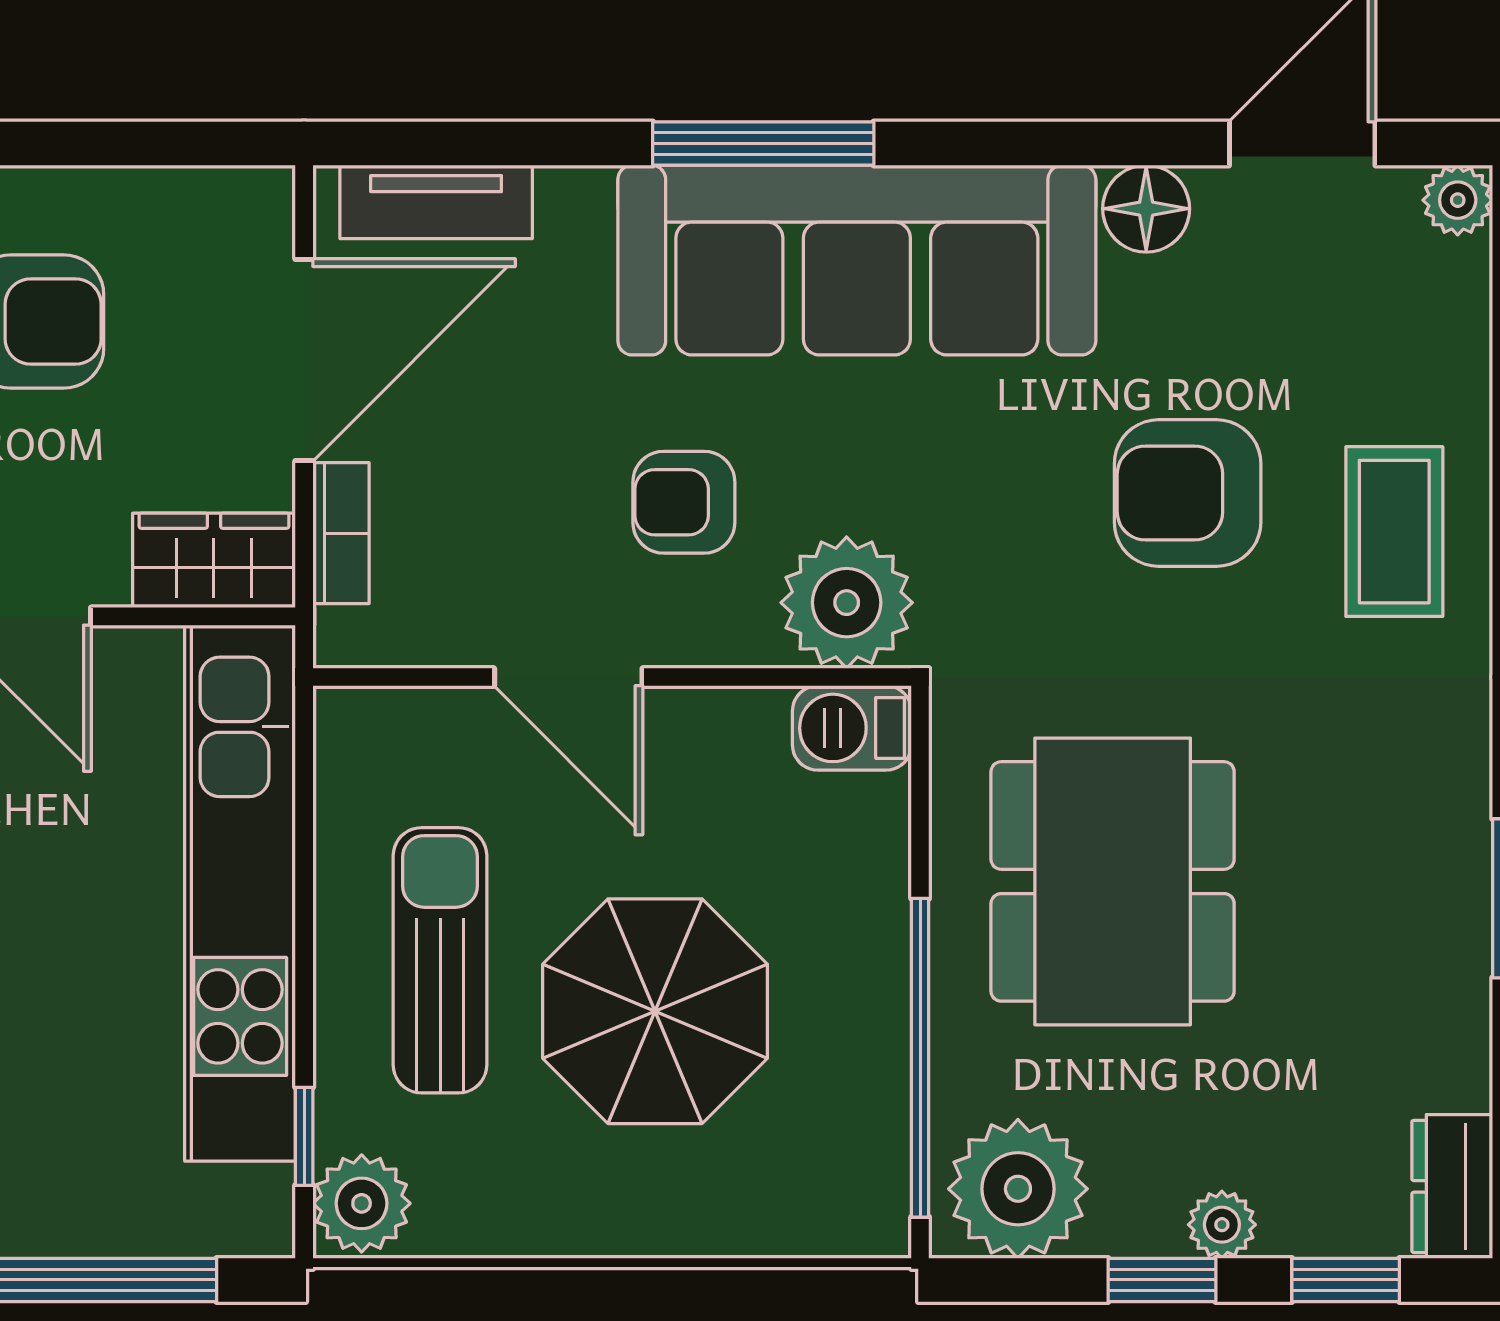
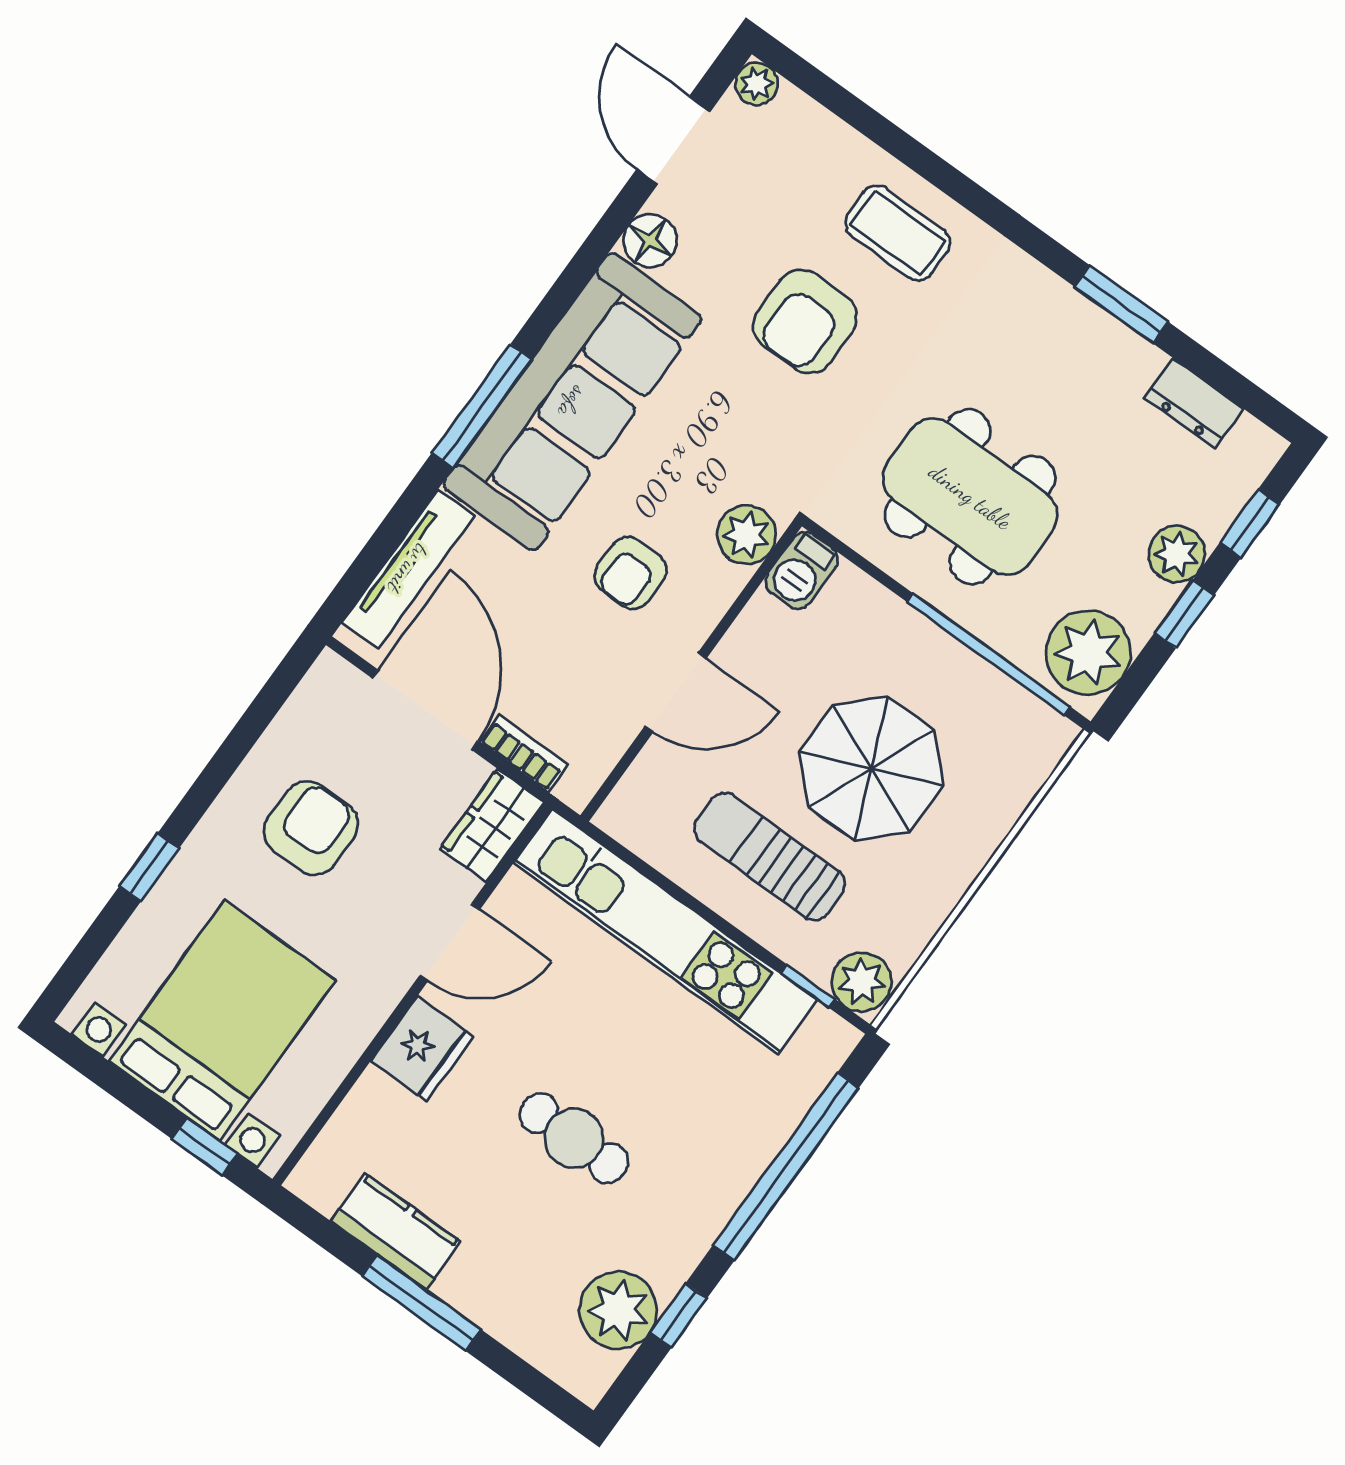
tv unit: (436, 202) -> (408, 569), width x1.41
plant: (847, 603) -> (746, 535), width x0.73, depth x0.73
dresser: (1452, 1186) -> (1194, 403), moved
plant: (1222, 1225) -> (1177, 554), width x1.38, depth x1.38

